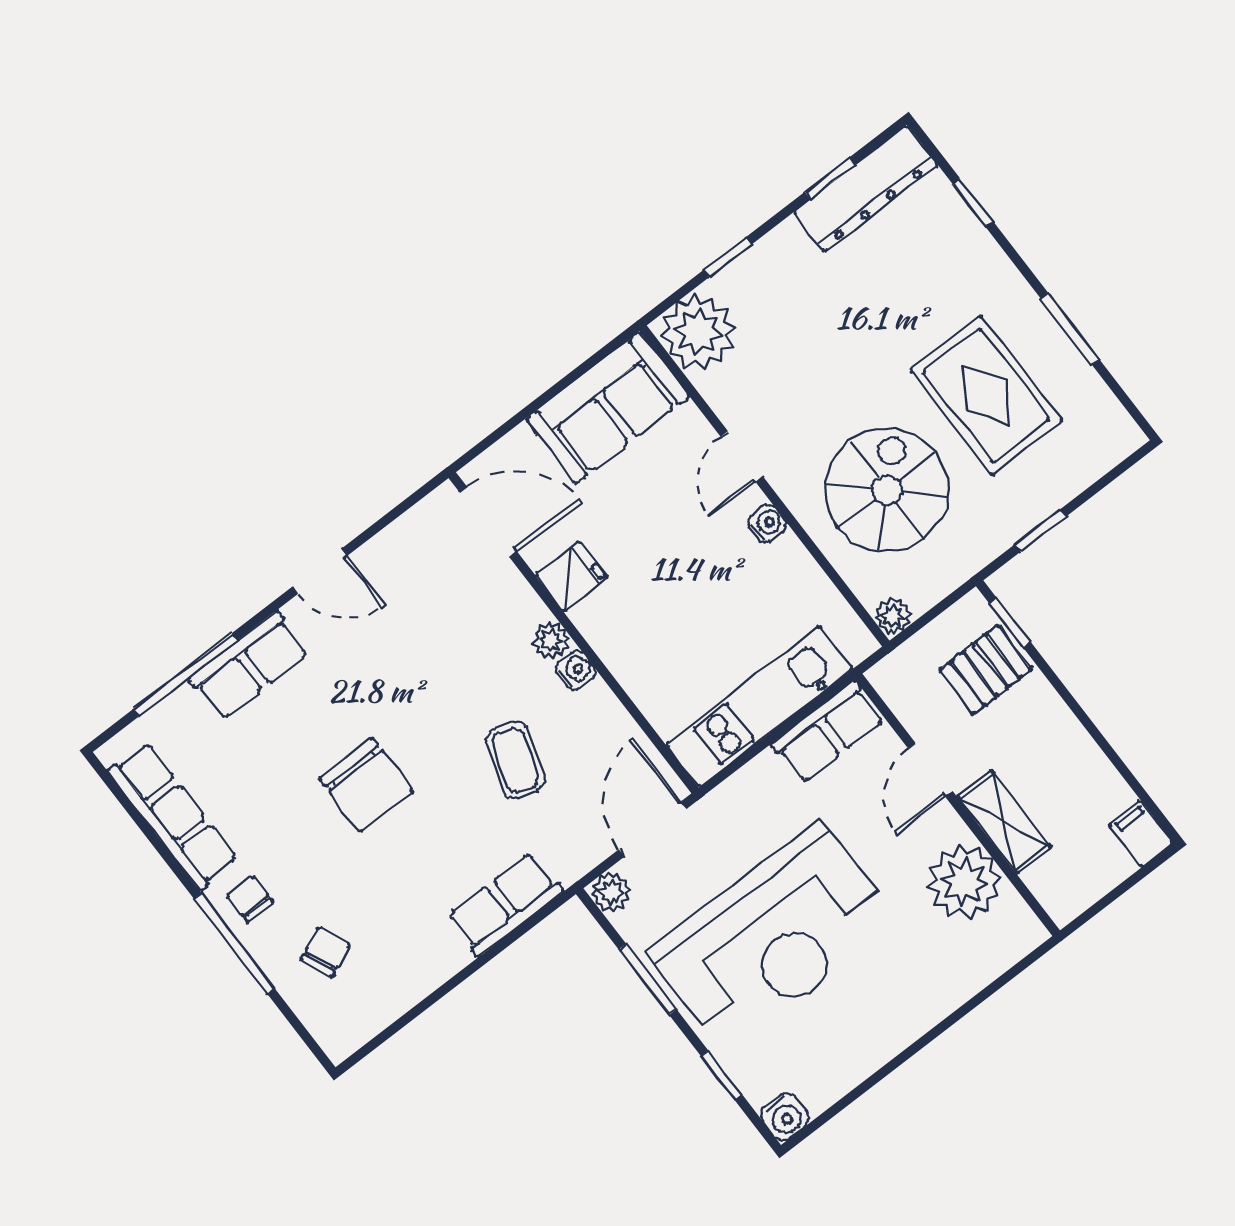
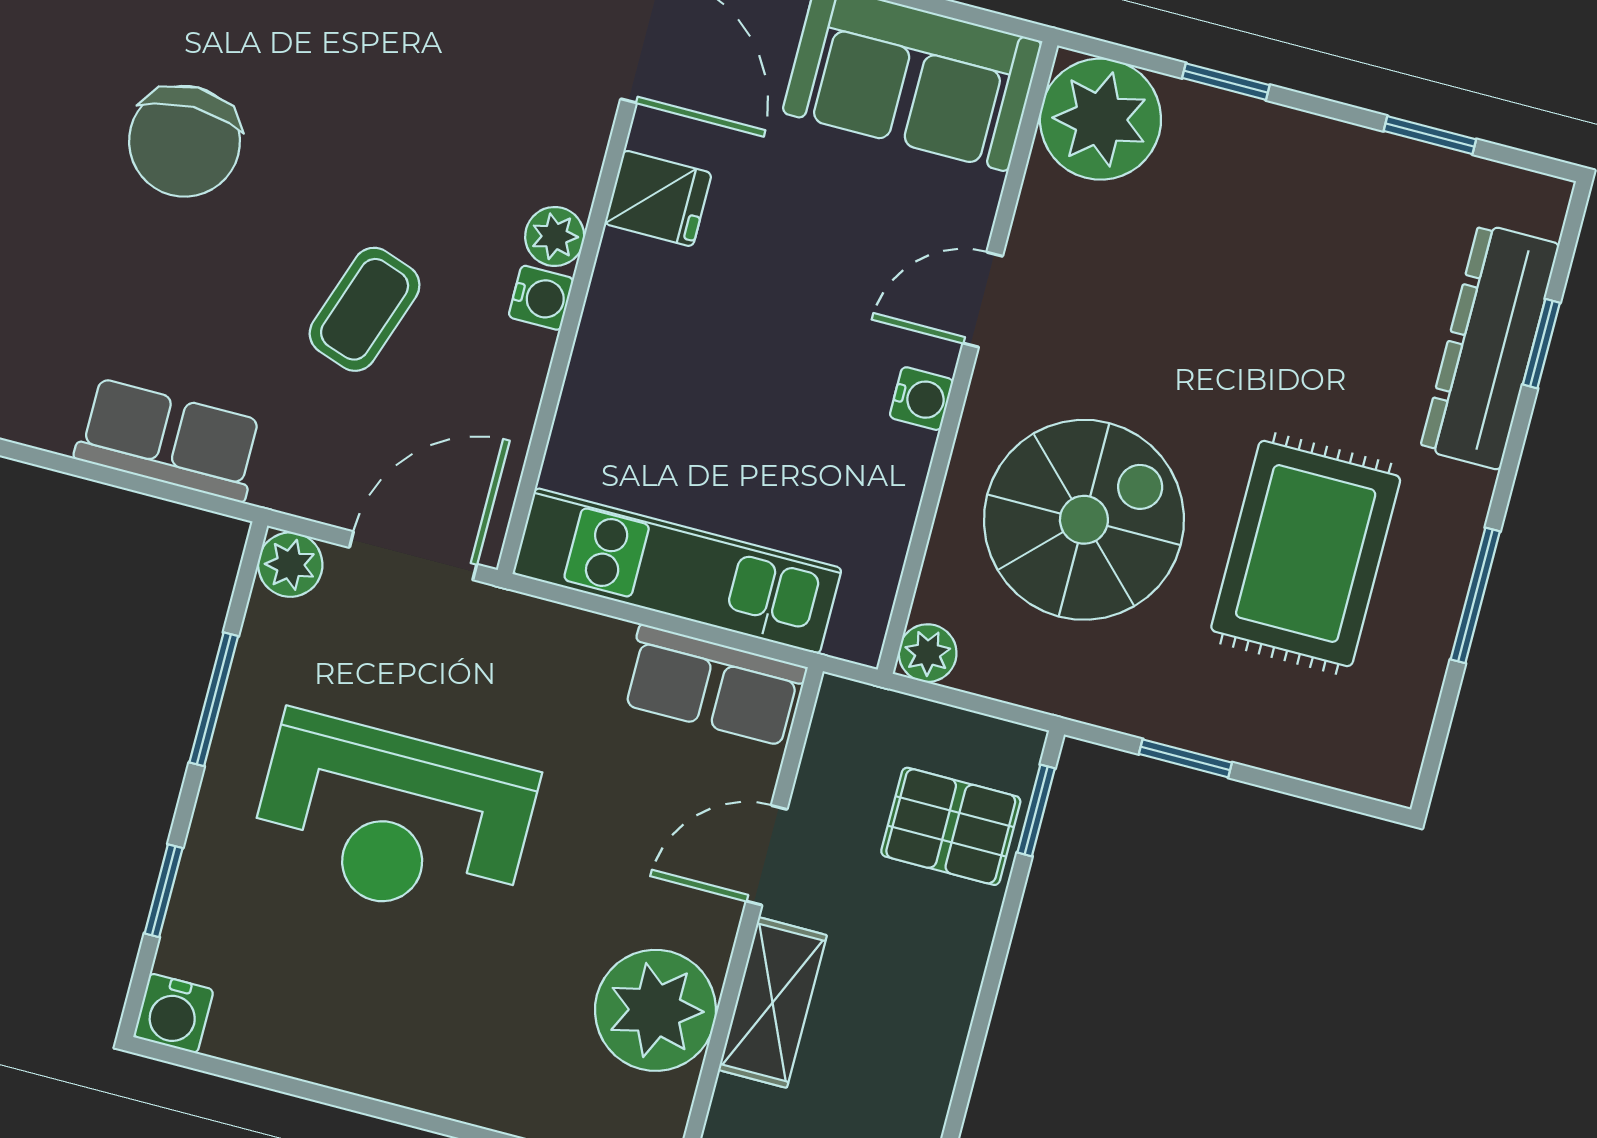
dresser: (866, 189) -> (1490, 347), moved, turned 90
reception desk: (773, 937) -> (393, 819), width x0.74, depth x0.77

